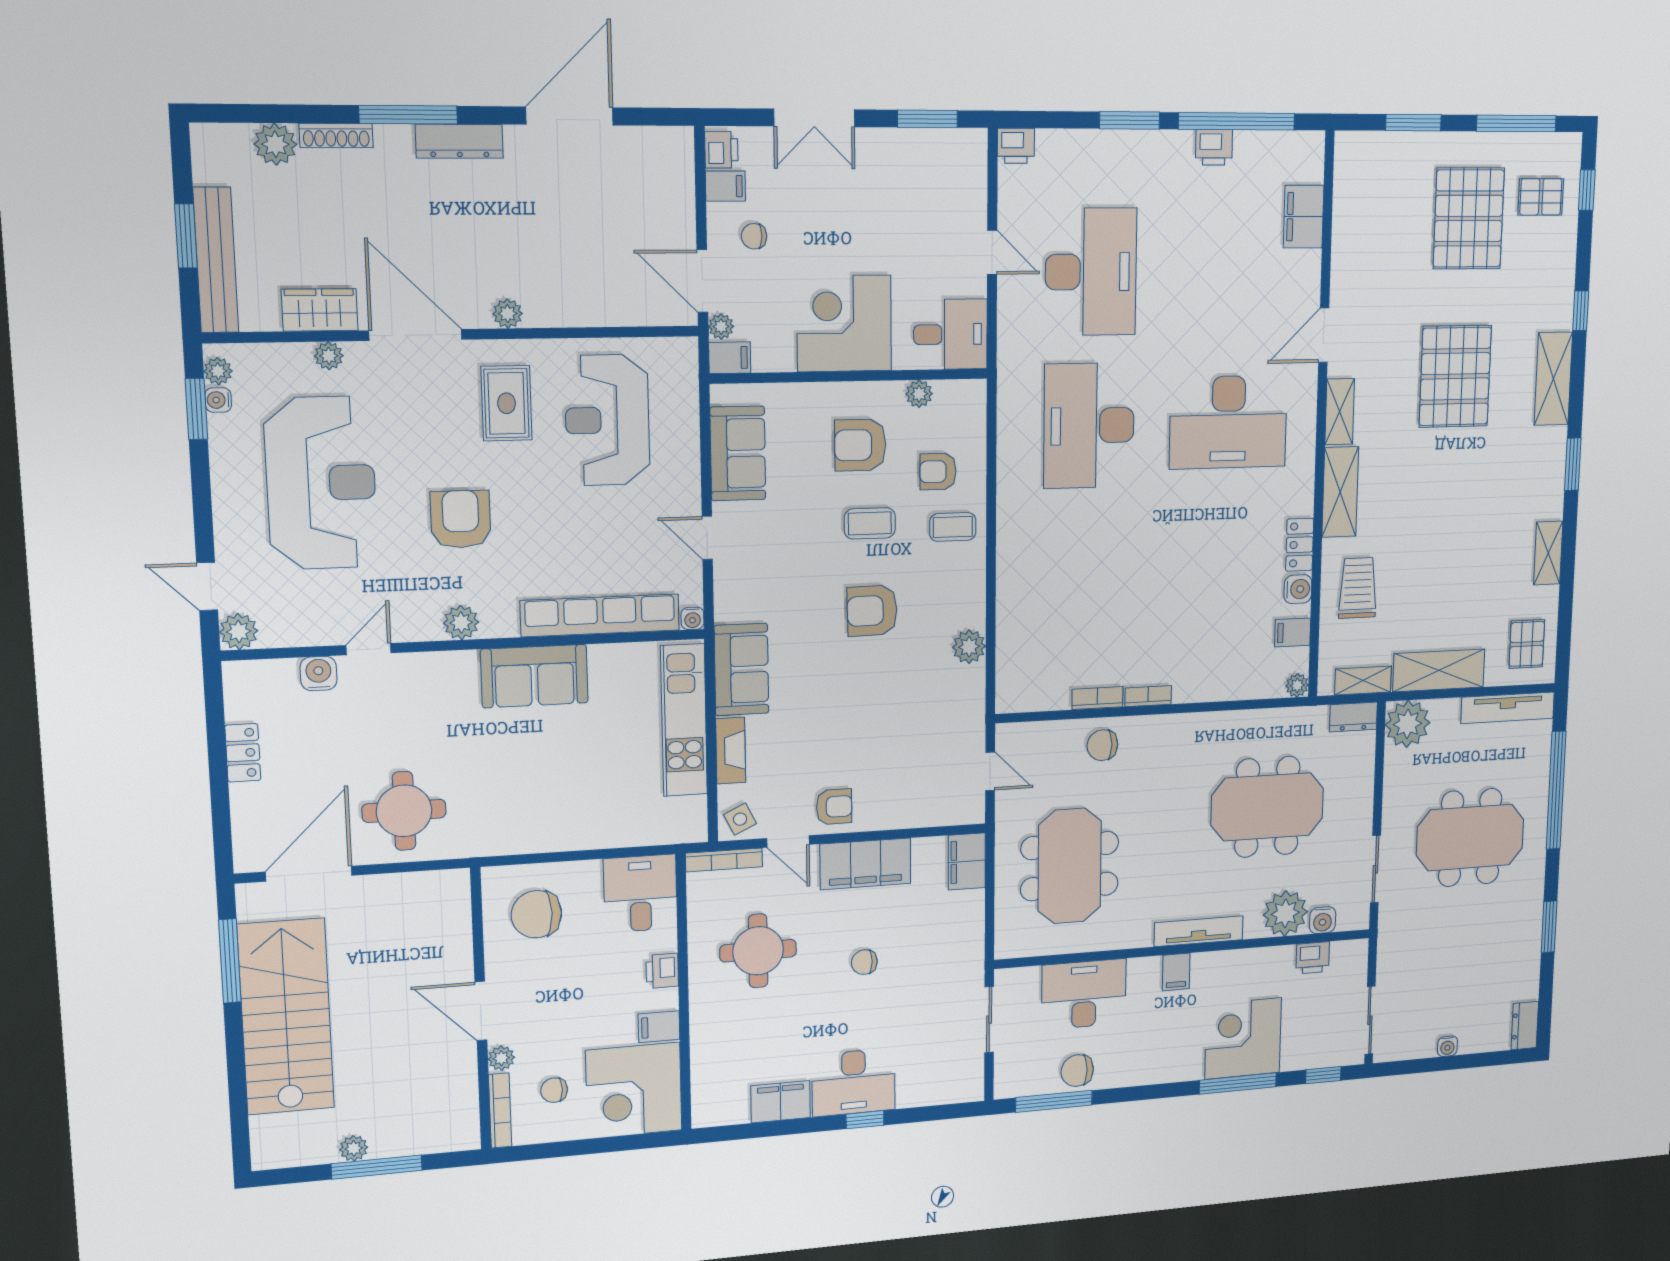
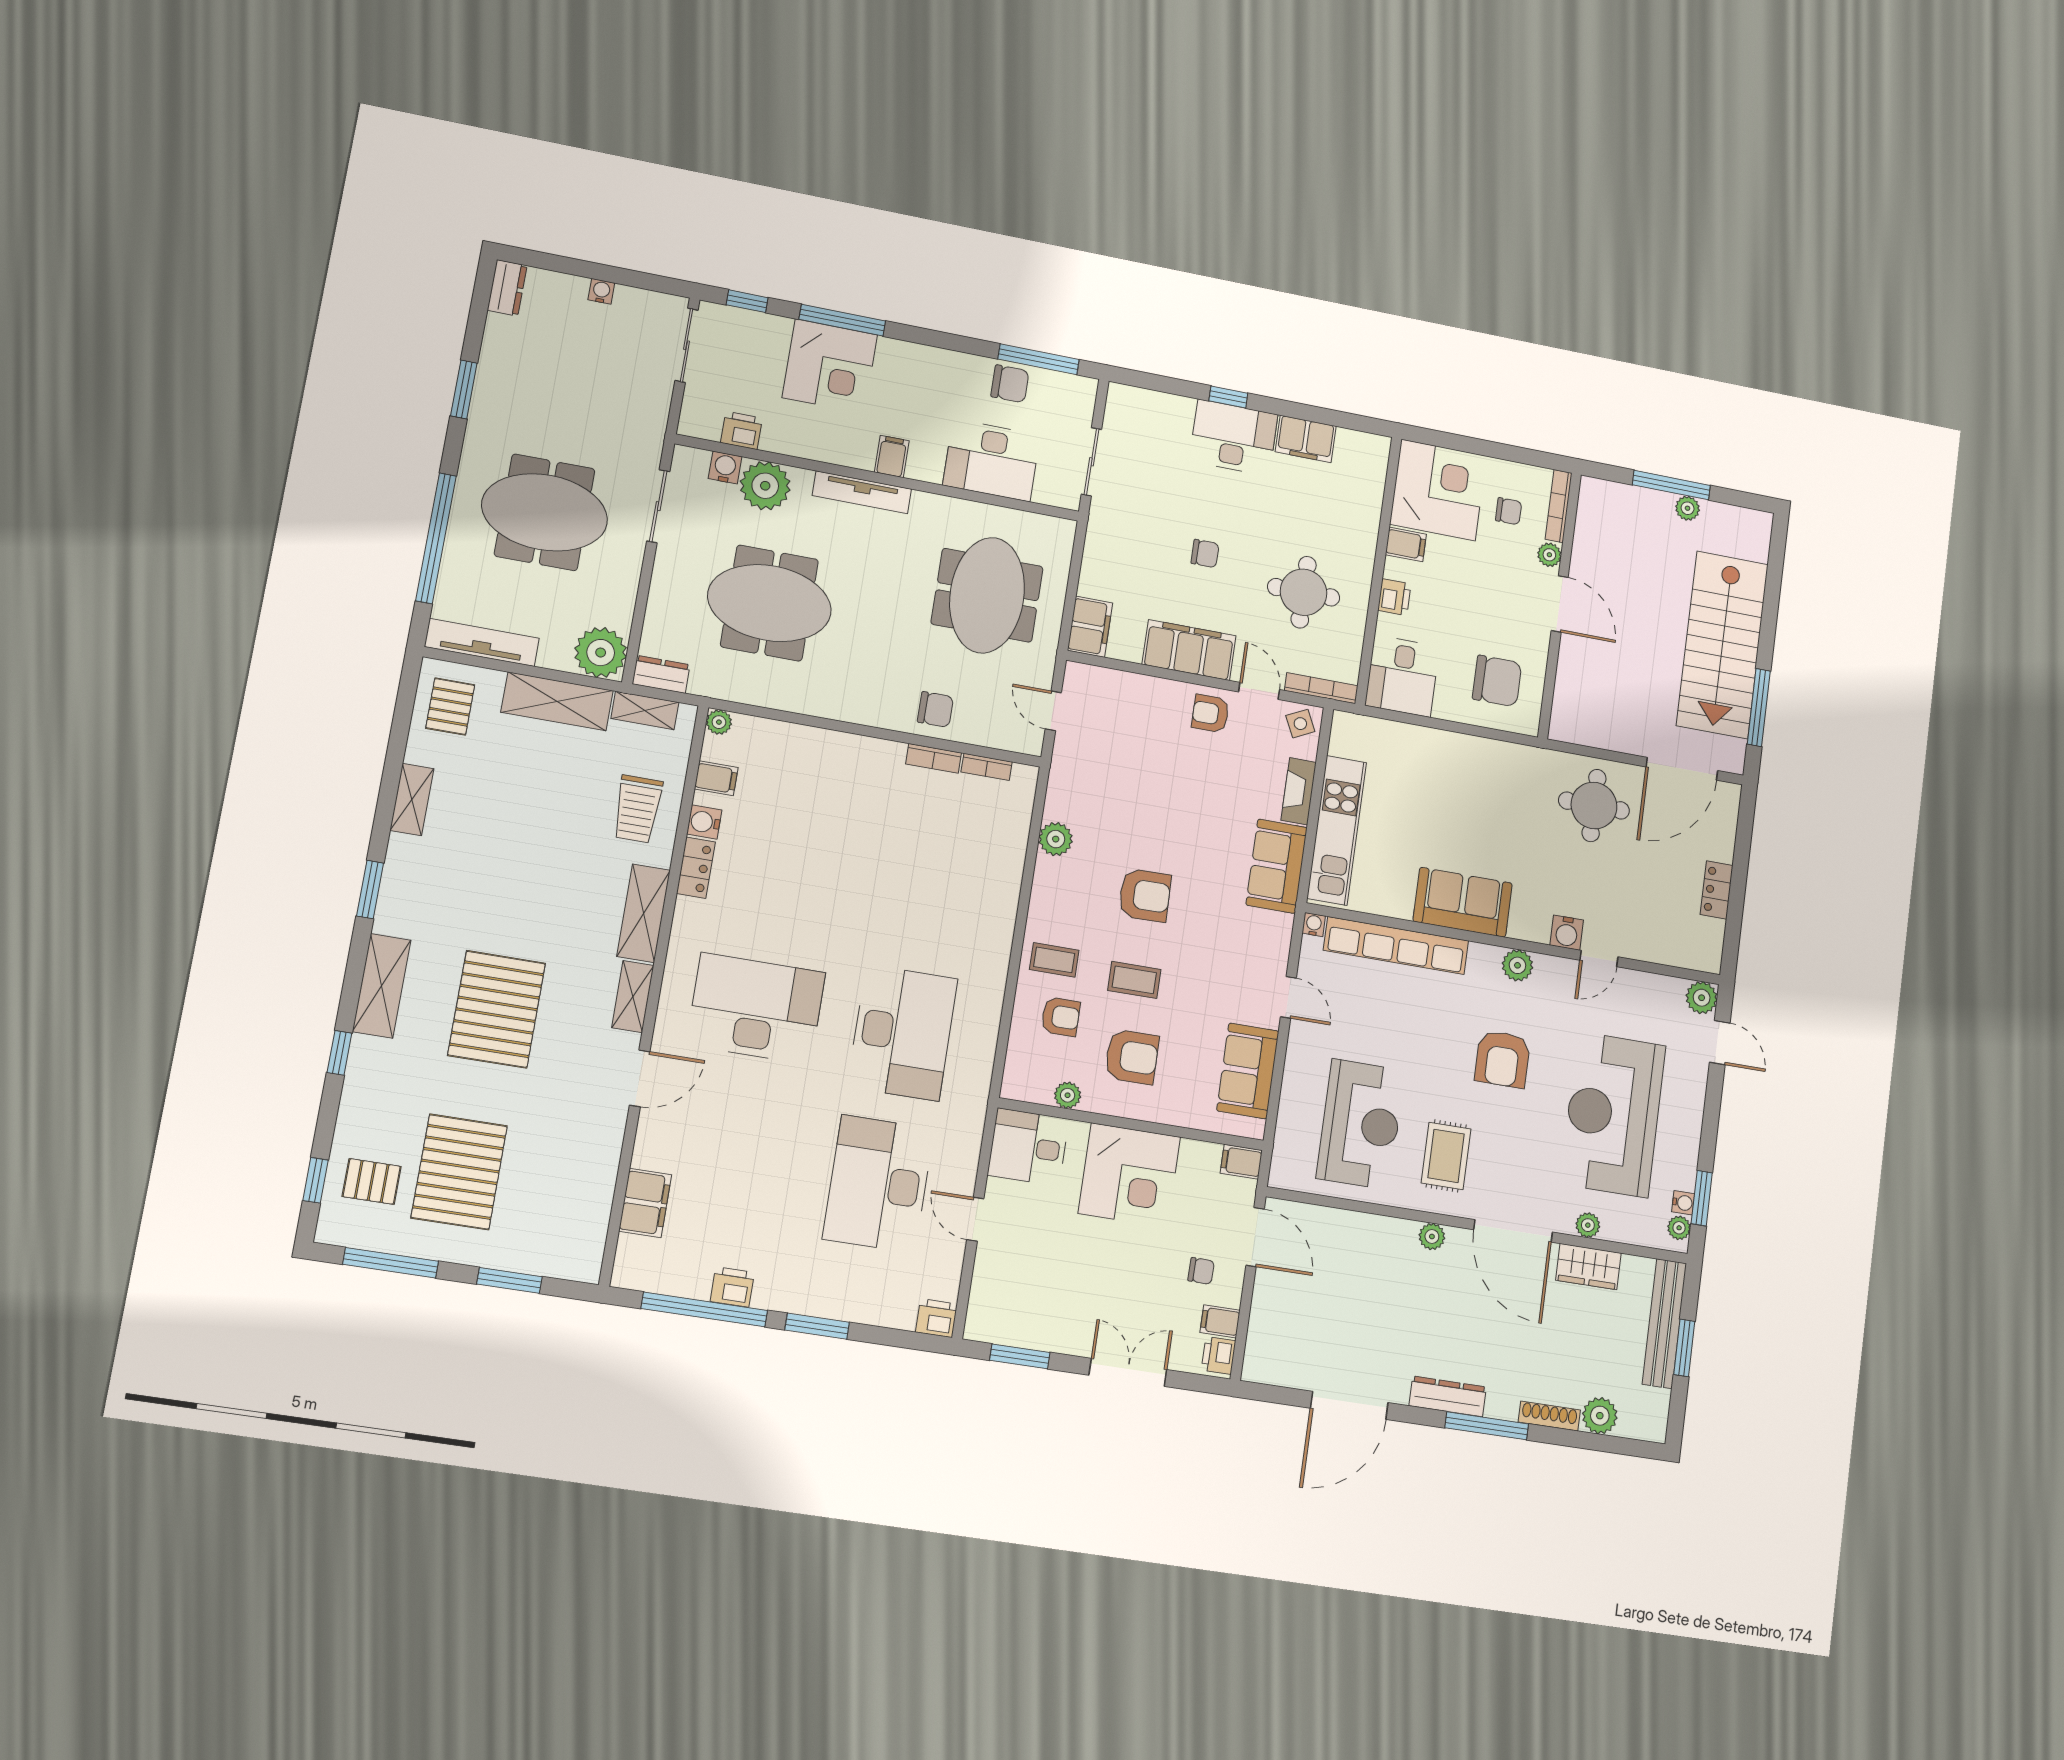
plant: (721, 327) -> (1245, 1192), removed
water cooler: (319, 673) -> (1567, 933), moved
bookcase: (1148, 696) -> (987, 767), moved

